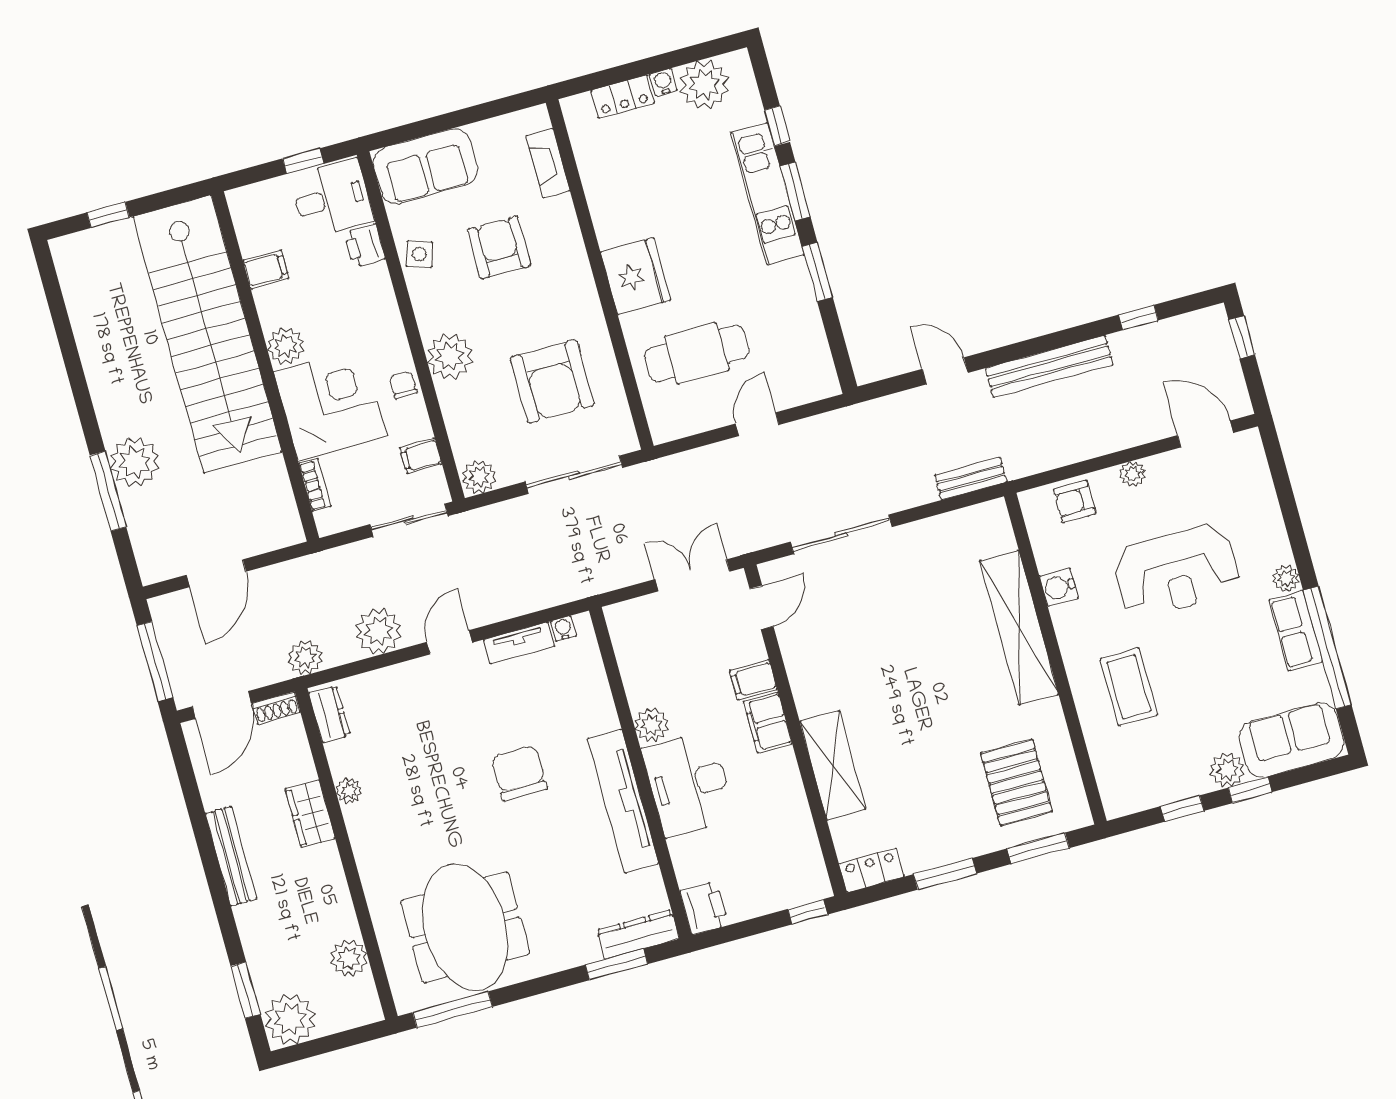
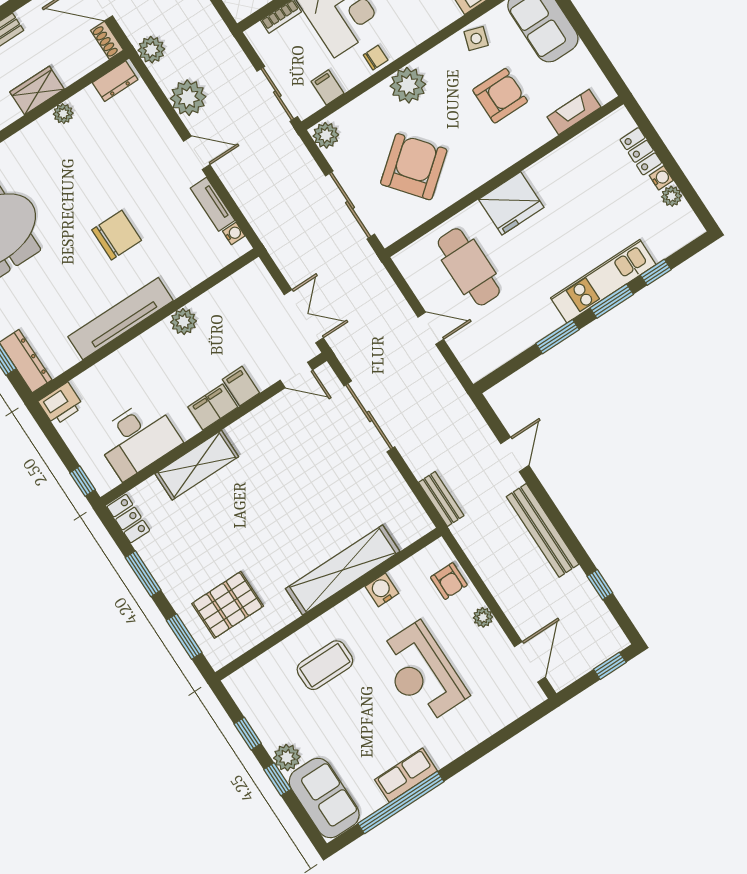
plant: (704, 85) -> (672, 196), width x0.53, depth x0.53
armchair: (552, 381) -> (414, 167), turned 141
armchair: (1075, 501) -> (449, 581), turned 180
plant: (1286, 578) -> (442, 756), removed
desk: (688, 784) -> (138, 439), moved, turned 180

